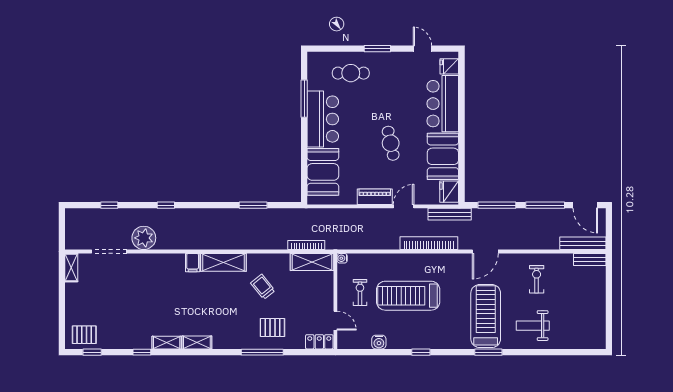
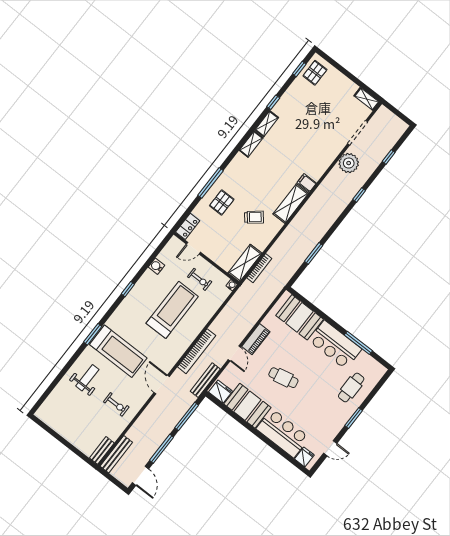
door: (585, 205) -> (141, 476), swing flipped

